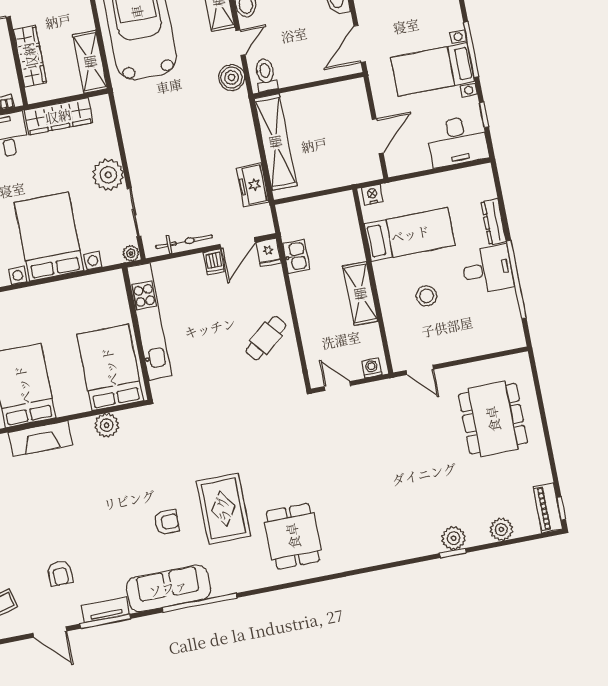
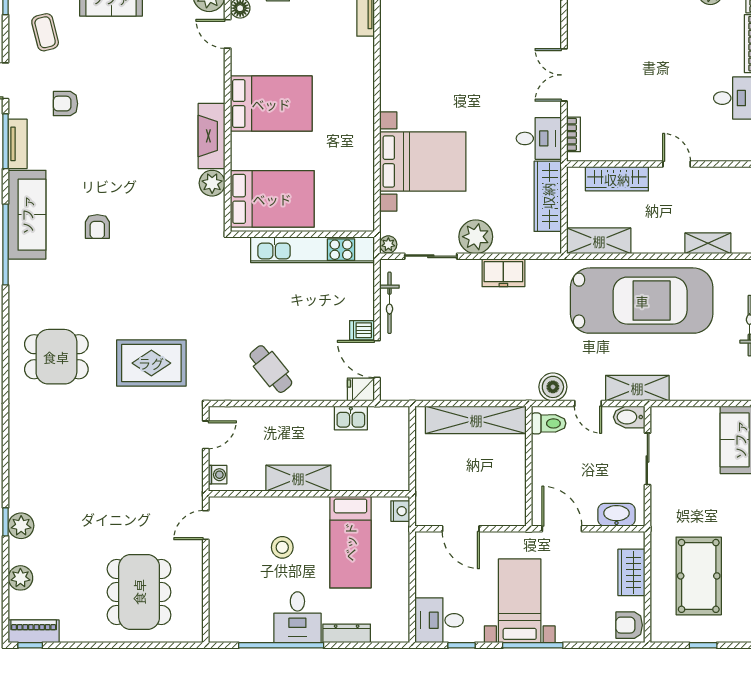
desk: (457, 141) -> (439, 620), width x0.73
freezer: (253, 185) -> (503, 273), moved, turned 180
dining table: (493, 419) -> (139, 592), turned 90
fireplace: (41, 439) -> (212, 136), moved
rug: (223, 509) -> (151, 363), moved

